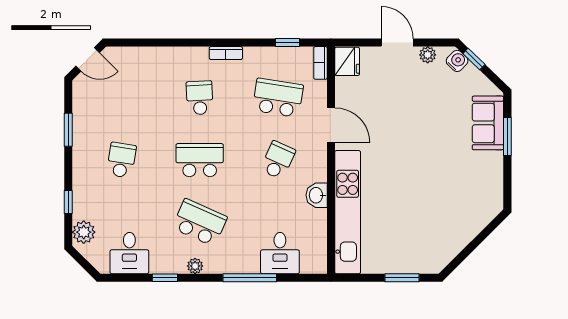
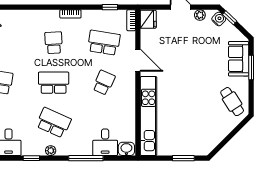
cafe table: (478, 190) -> (232, 102), added
washbasin: (317, 195) -> (126, 149), moved, turned 90

